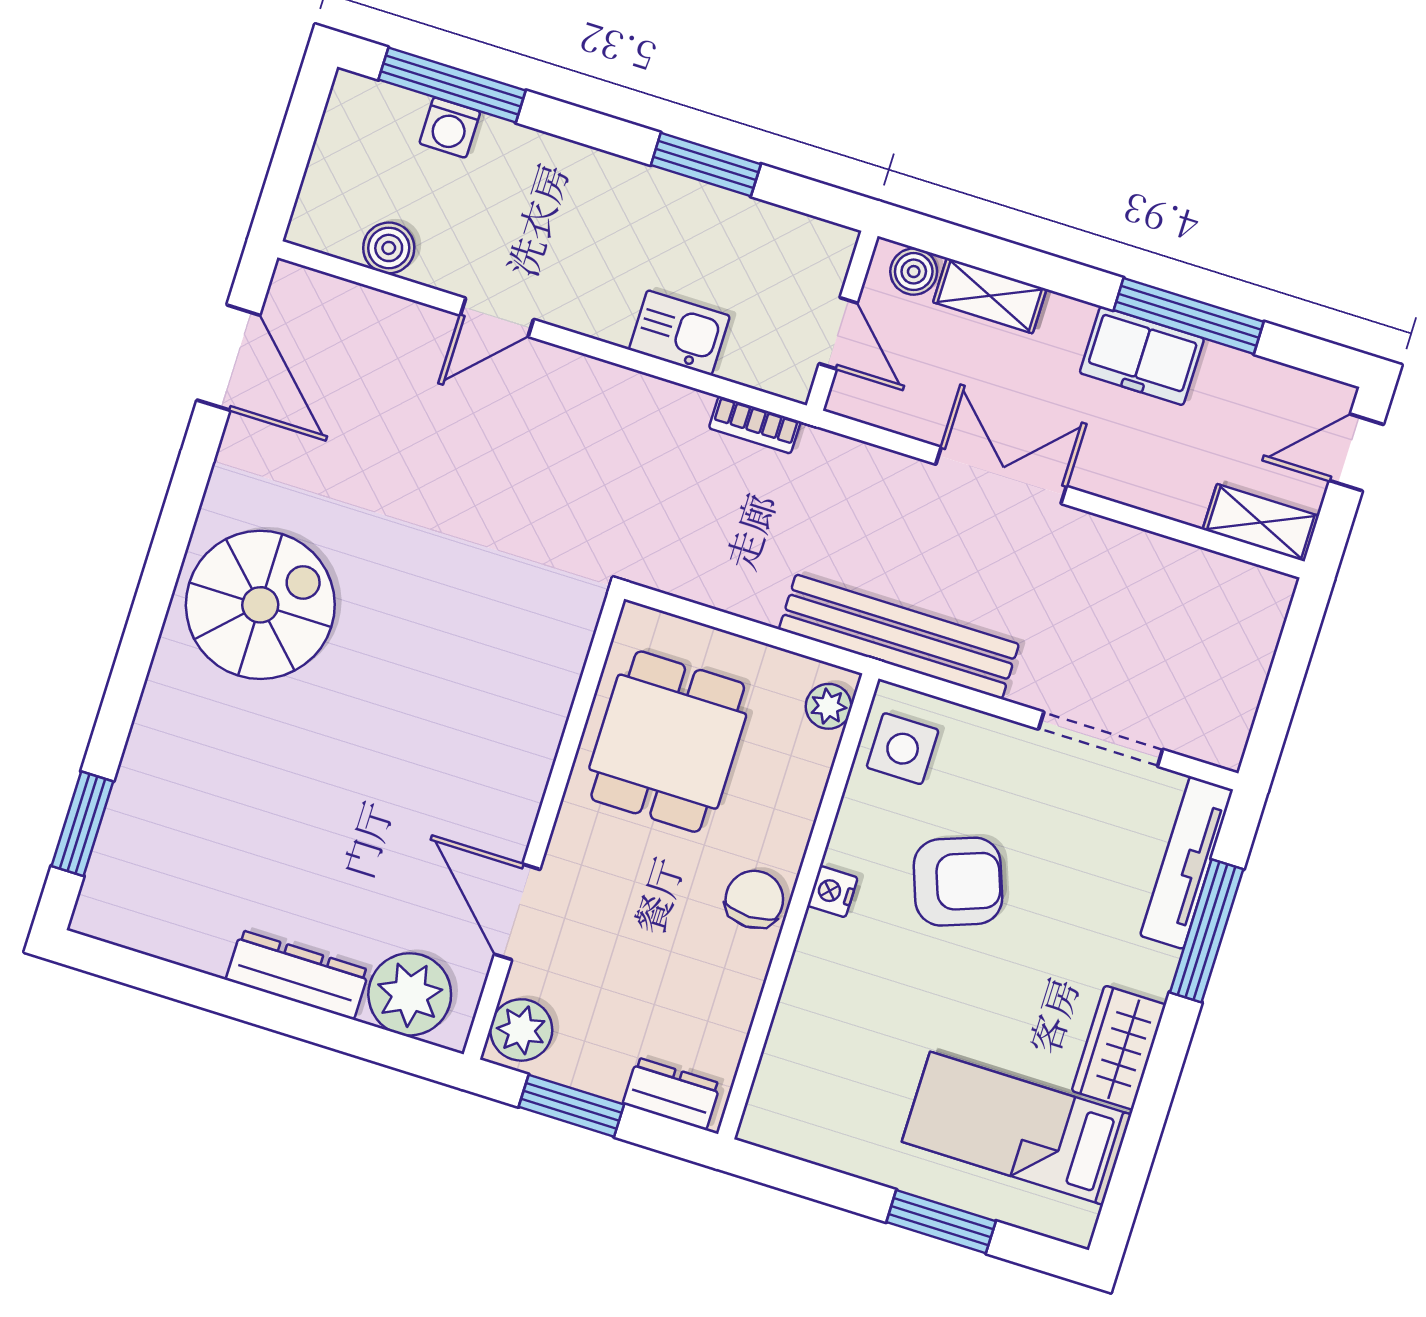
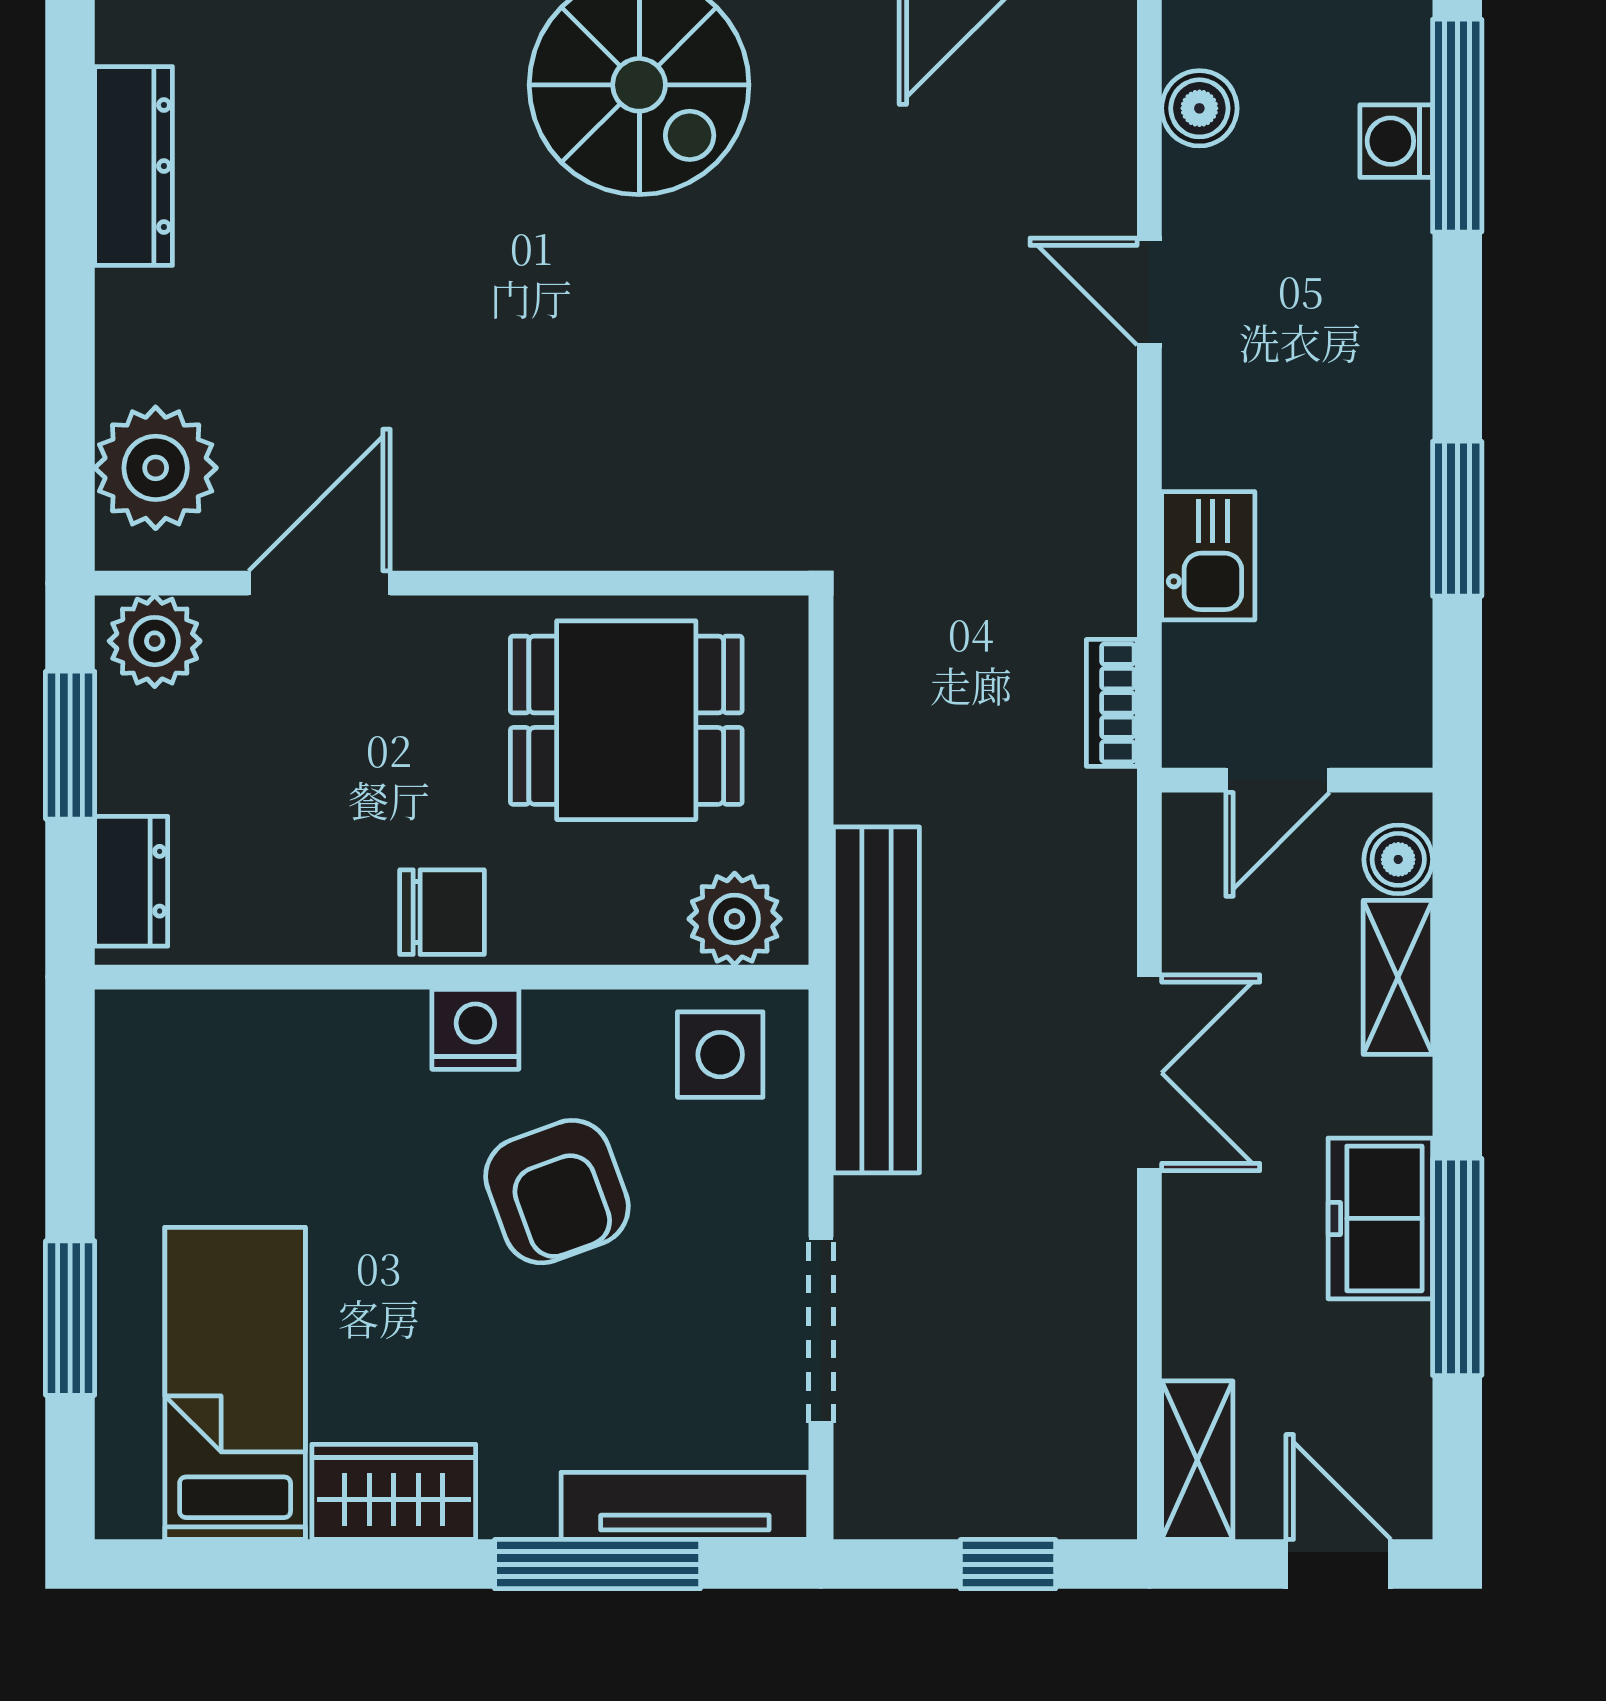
window: (1290, 666) -> (1008, 1564), added
plant: (829, 706) -> (735, 919), width x1.38, depth x1.38
nightstand: (833, 892) -> (475, 1029), width x1.39, depth x1.35
dresser: (297, 975) -> (134, 166), moved

